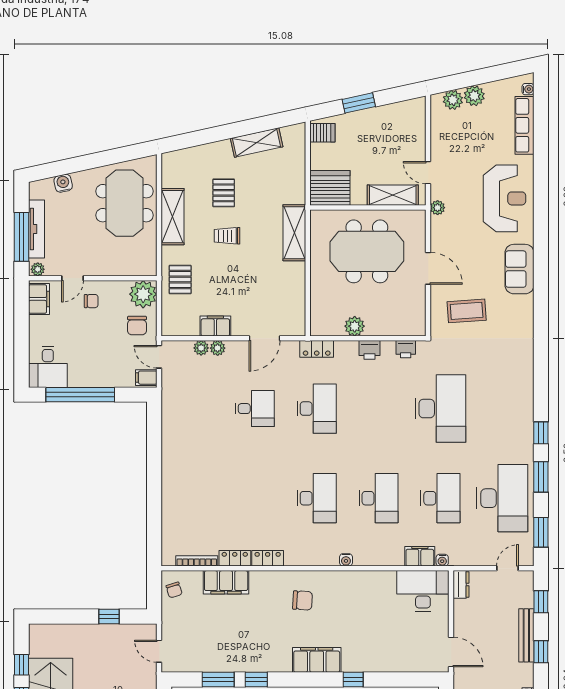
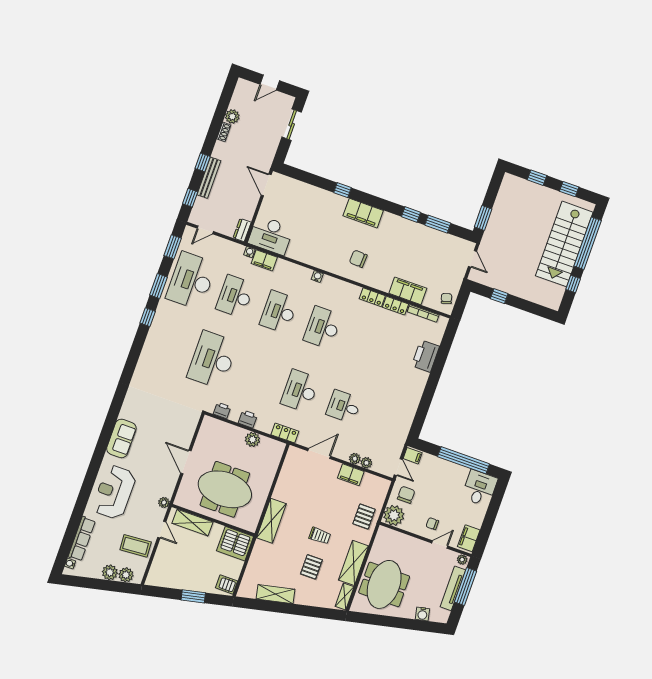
shelving: (169, 170) -> (345, 597), added
coffee table: (467, 311) -> (136, 546), moved
printer: (175, 508) -> (425, 356), added

